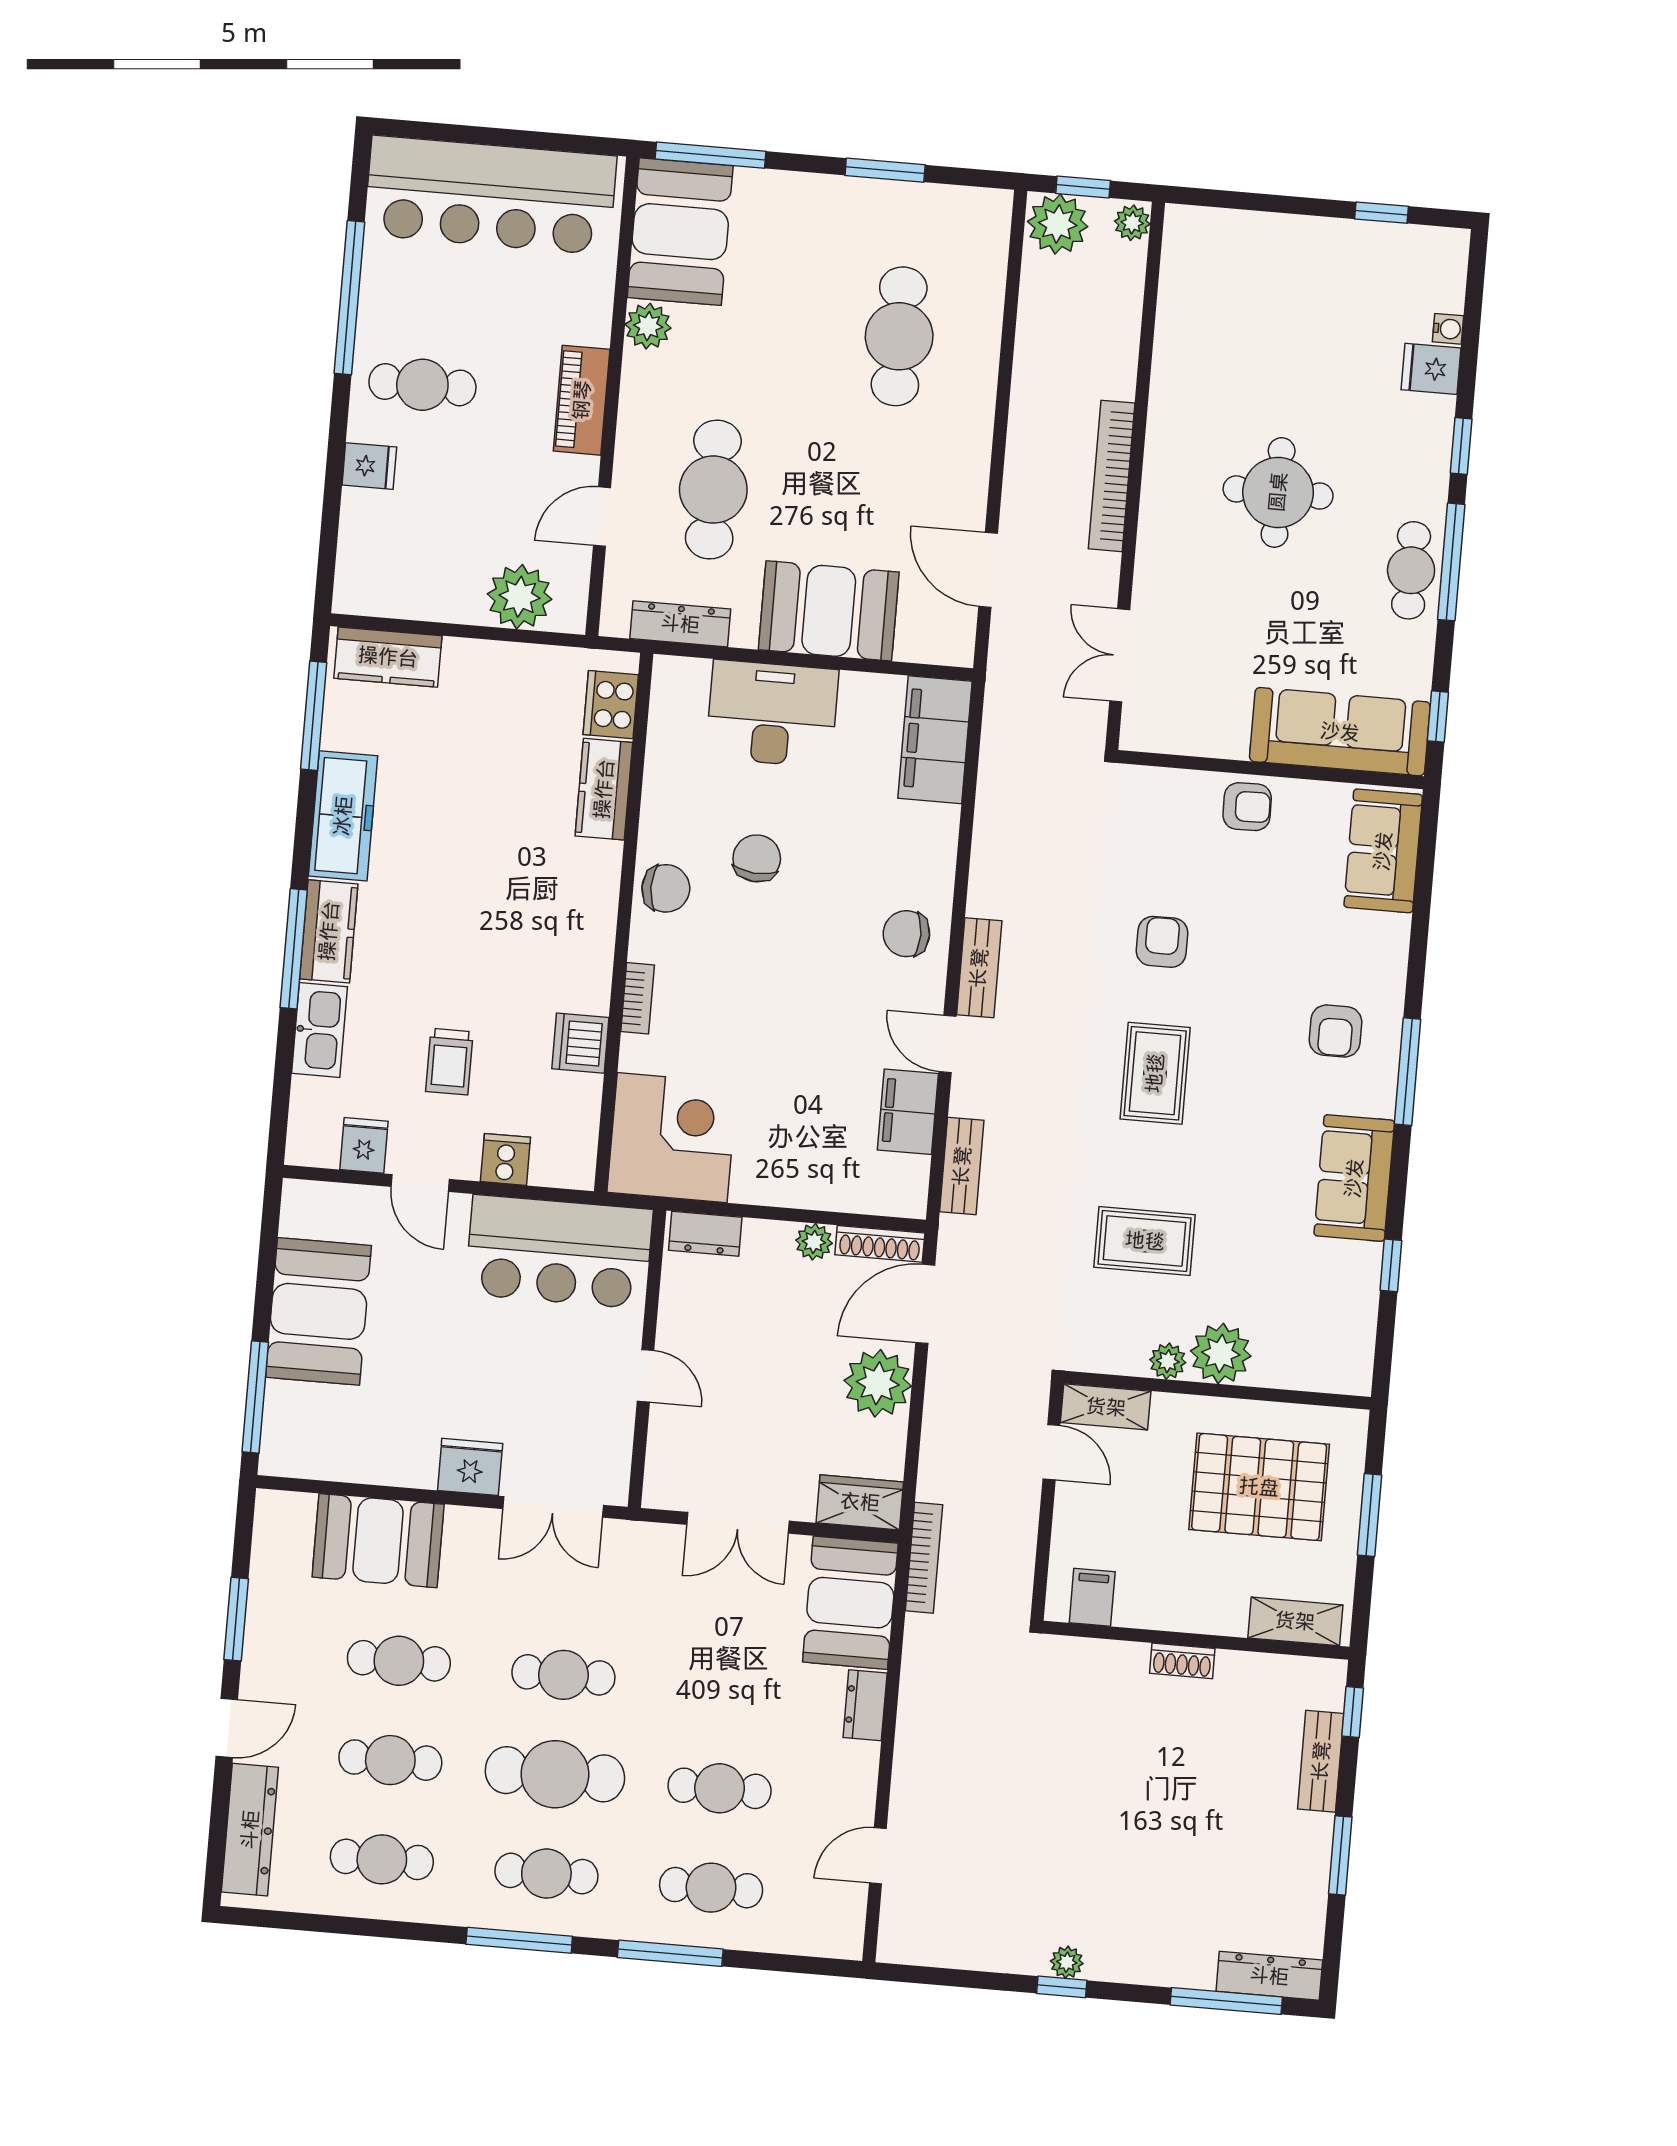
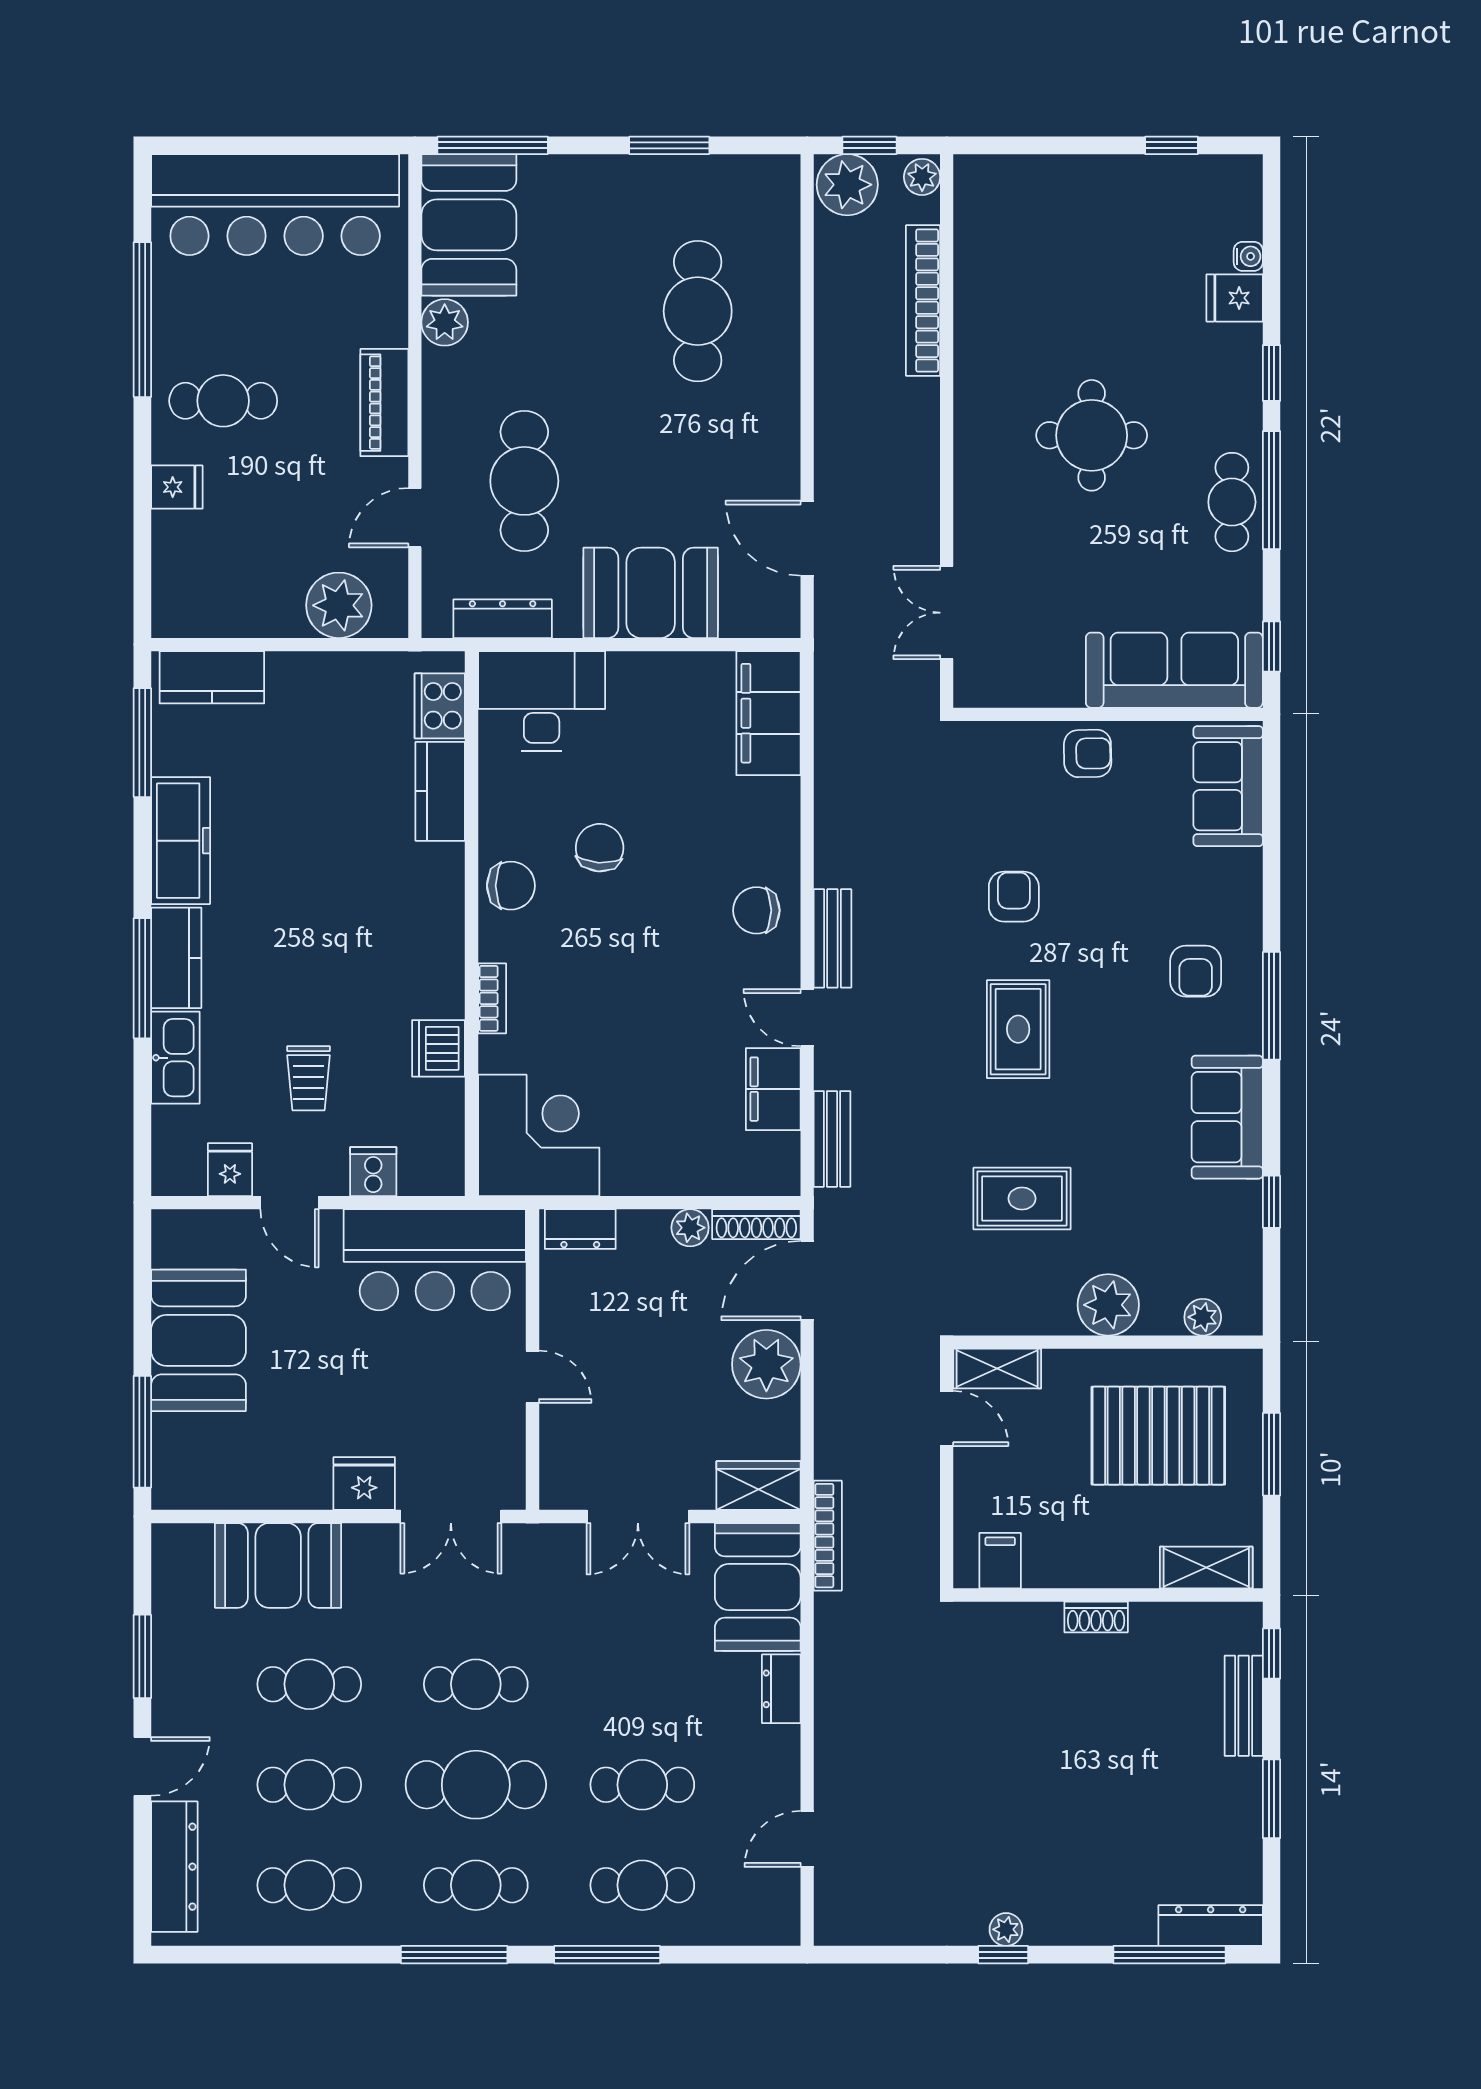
bookcase: (1112, 476) -> (923, 301), moved
desk: (772, 714) -> (542, 701), moved
plant: (1168, 1361) -> (1203, 1317), moved

